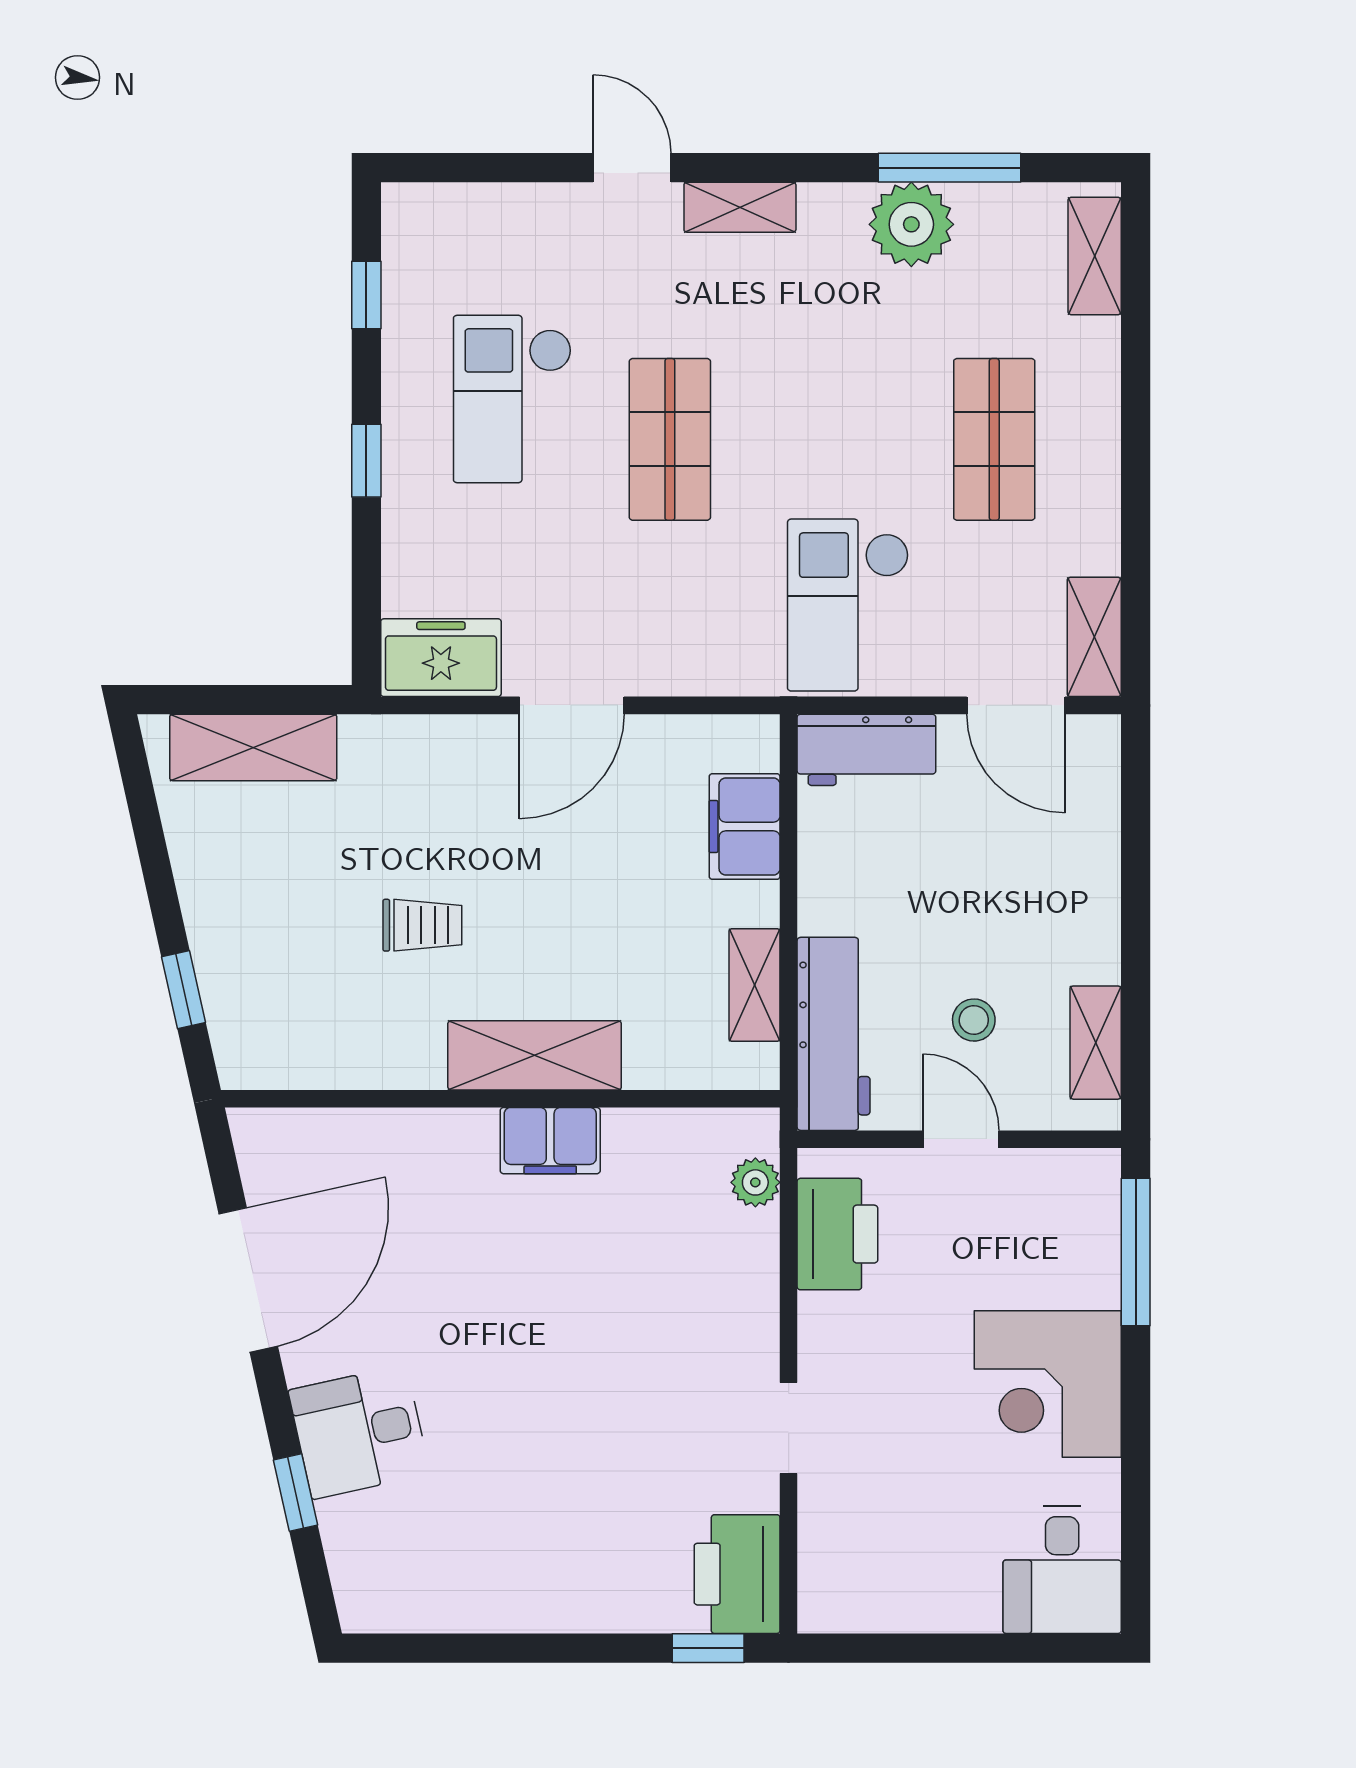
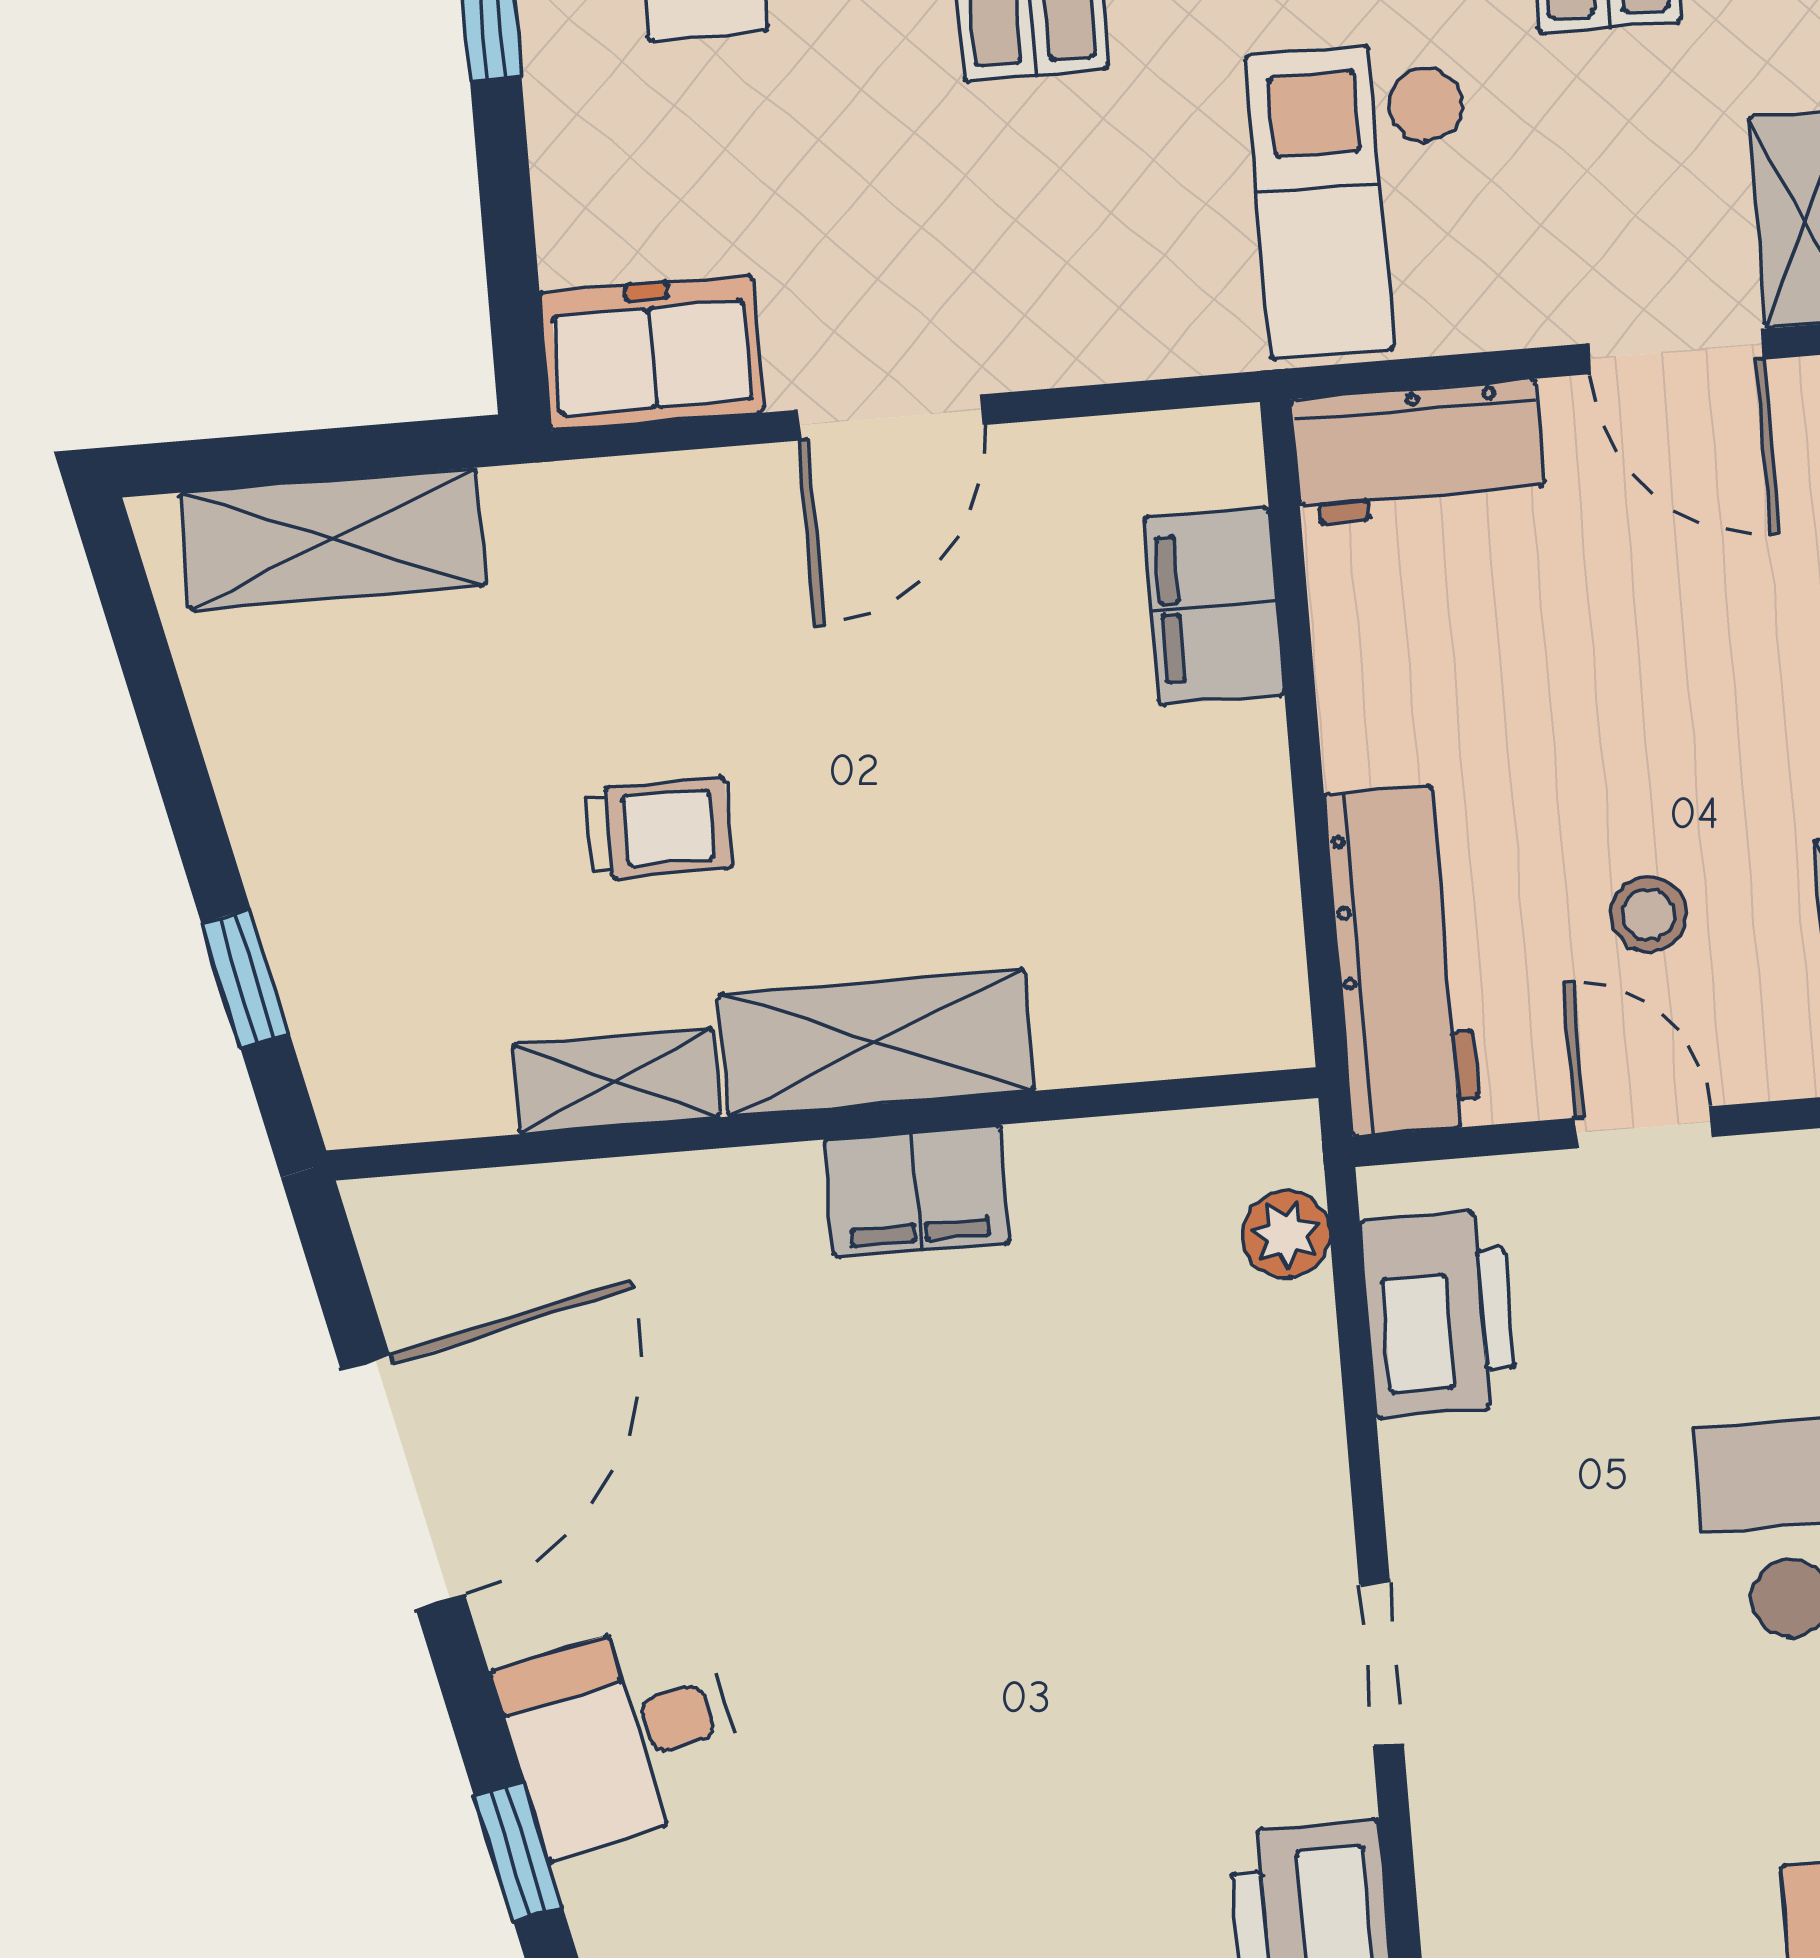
shelving: (754, 985) -> (616, 1081), moved, turned 90

